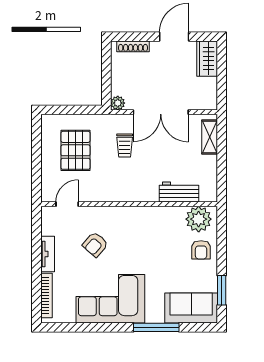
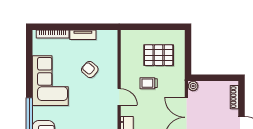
trolley: (125, 146) -> (149, 83), moved
door: (67, 204) -> (119, 97), moved

